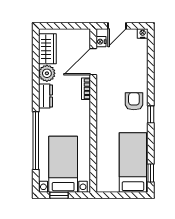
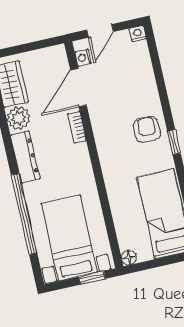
dresser: (45, 96) -> (25, 157), width x1.44
floor lamp: (101, 187) -> (129, 258), added
window: (59, 195) -> (92, 278), moved

